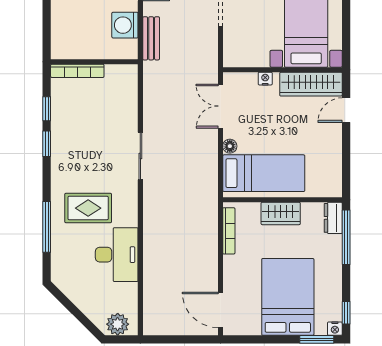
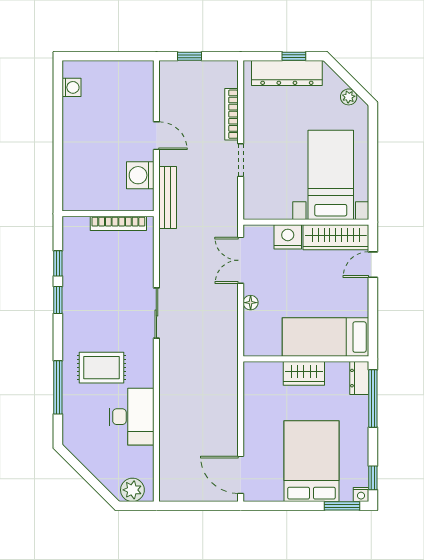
bench: (151, 38) -> (168, 197), width x1.36
bookcase: (77, 71) -> (118, 223), moved
nightstand: (265, 79) -> (288, 237), width x1.89, depth x1.79
bed: (264, 173) -> (326, 337), moved, turned 180
bookcase: (229, 231) -> (249, 392), removed

